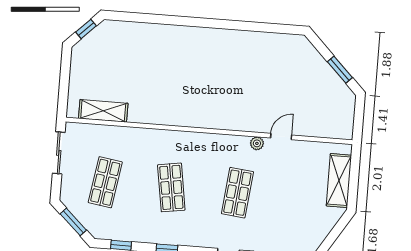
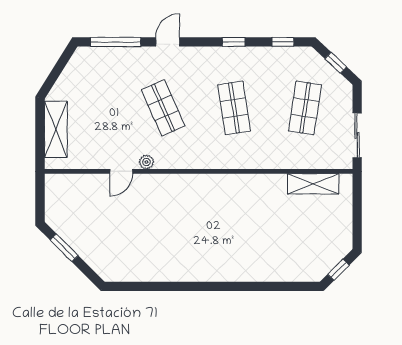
shop shelf: (237, 193) -> (163, 108), turned -30
window: (73, 222) -> (336, 63), width x0.67

